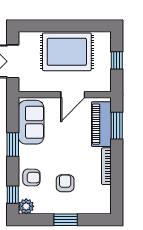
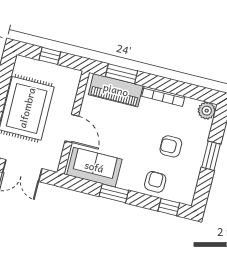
door: (73, 95) -> (72, 128), moved
plant: (26, 206) -> (207, 111), moved

